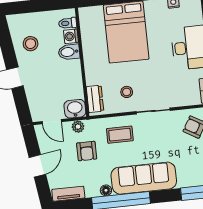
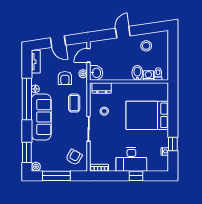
armchair: (87, 151) -> (65, 78), turned -90

